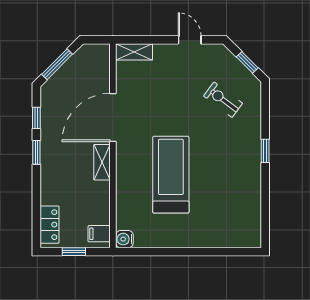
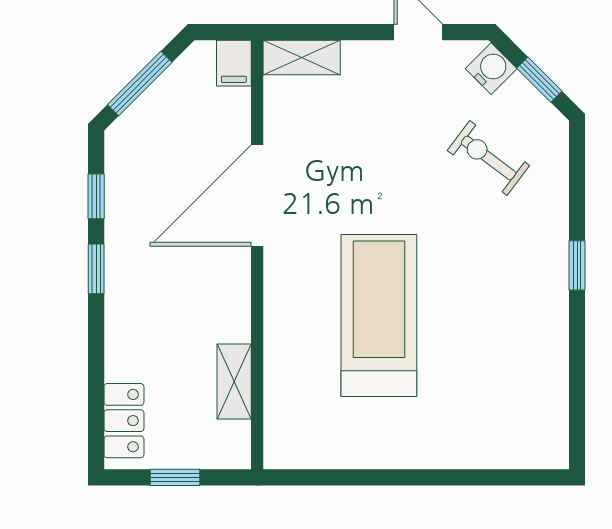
shelving: (102, 162) -> (234, 382), moved
filing cabinet: (99, 234) -> (234, 63), moved, turned -90
water cooler: (124, 239) -> (491, 69), moved, turned 135

